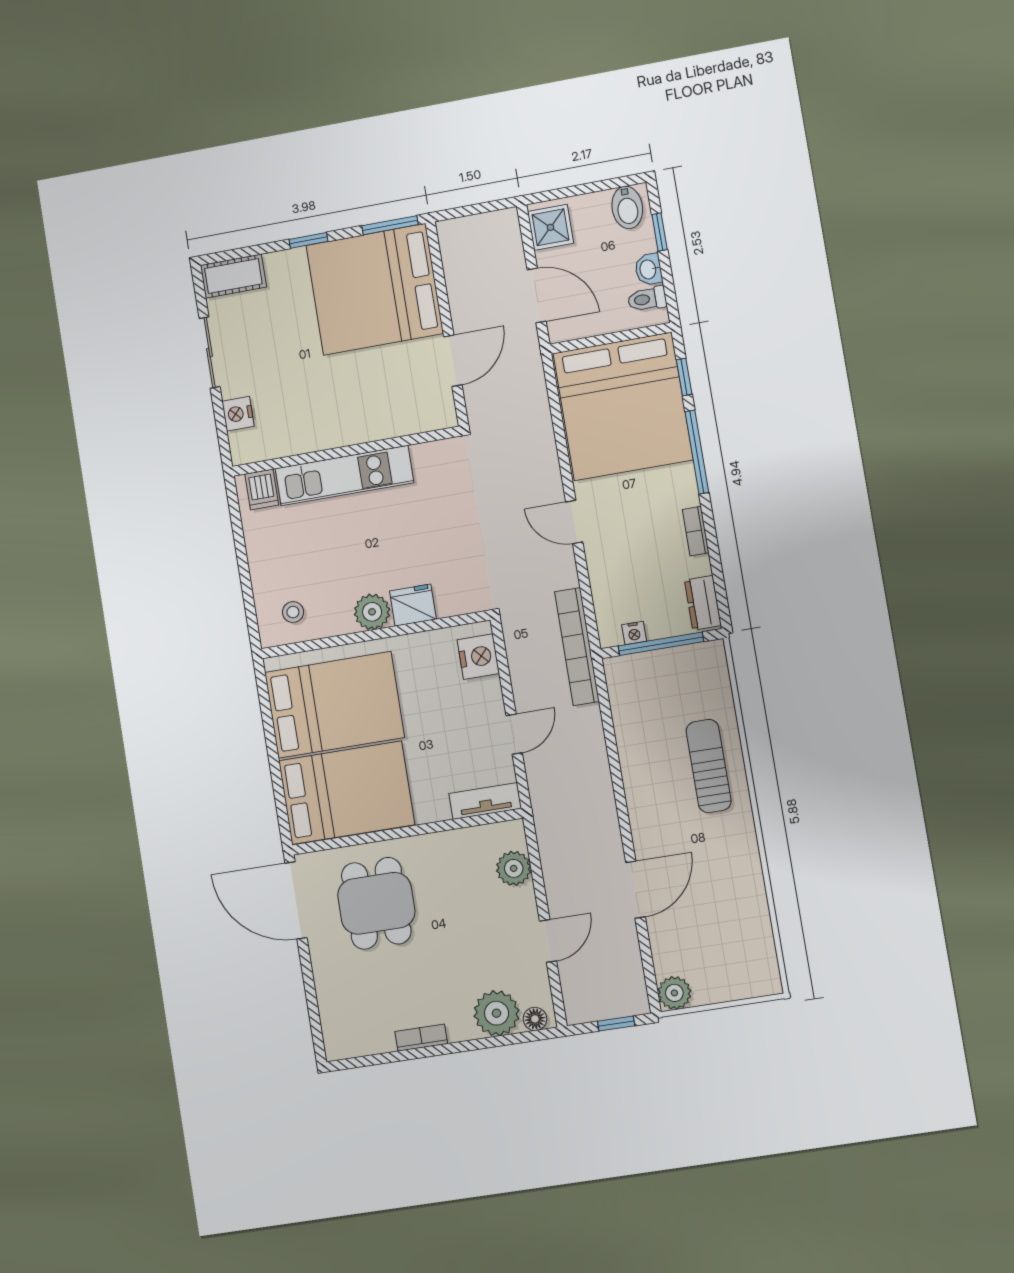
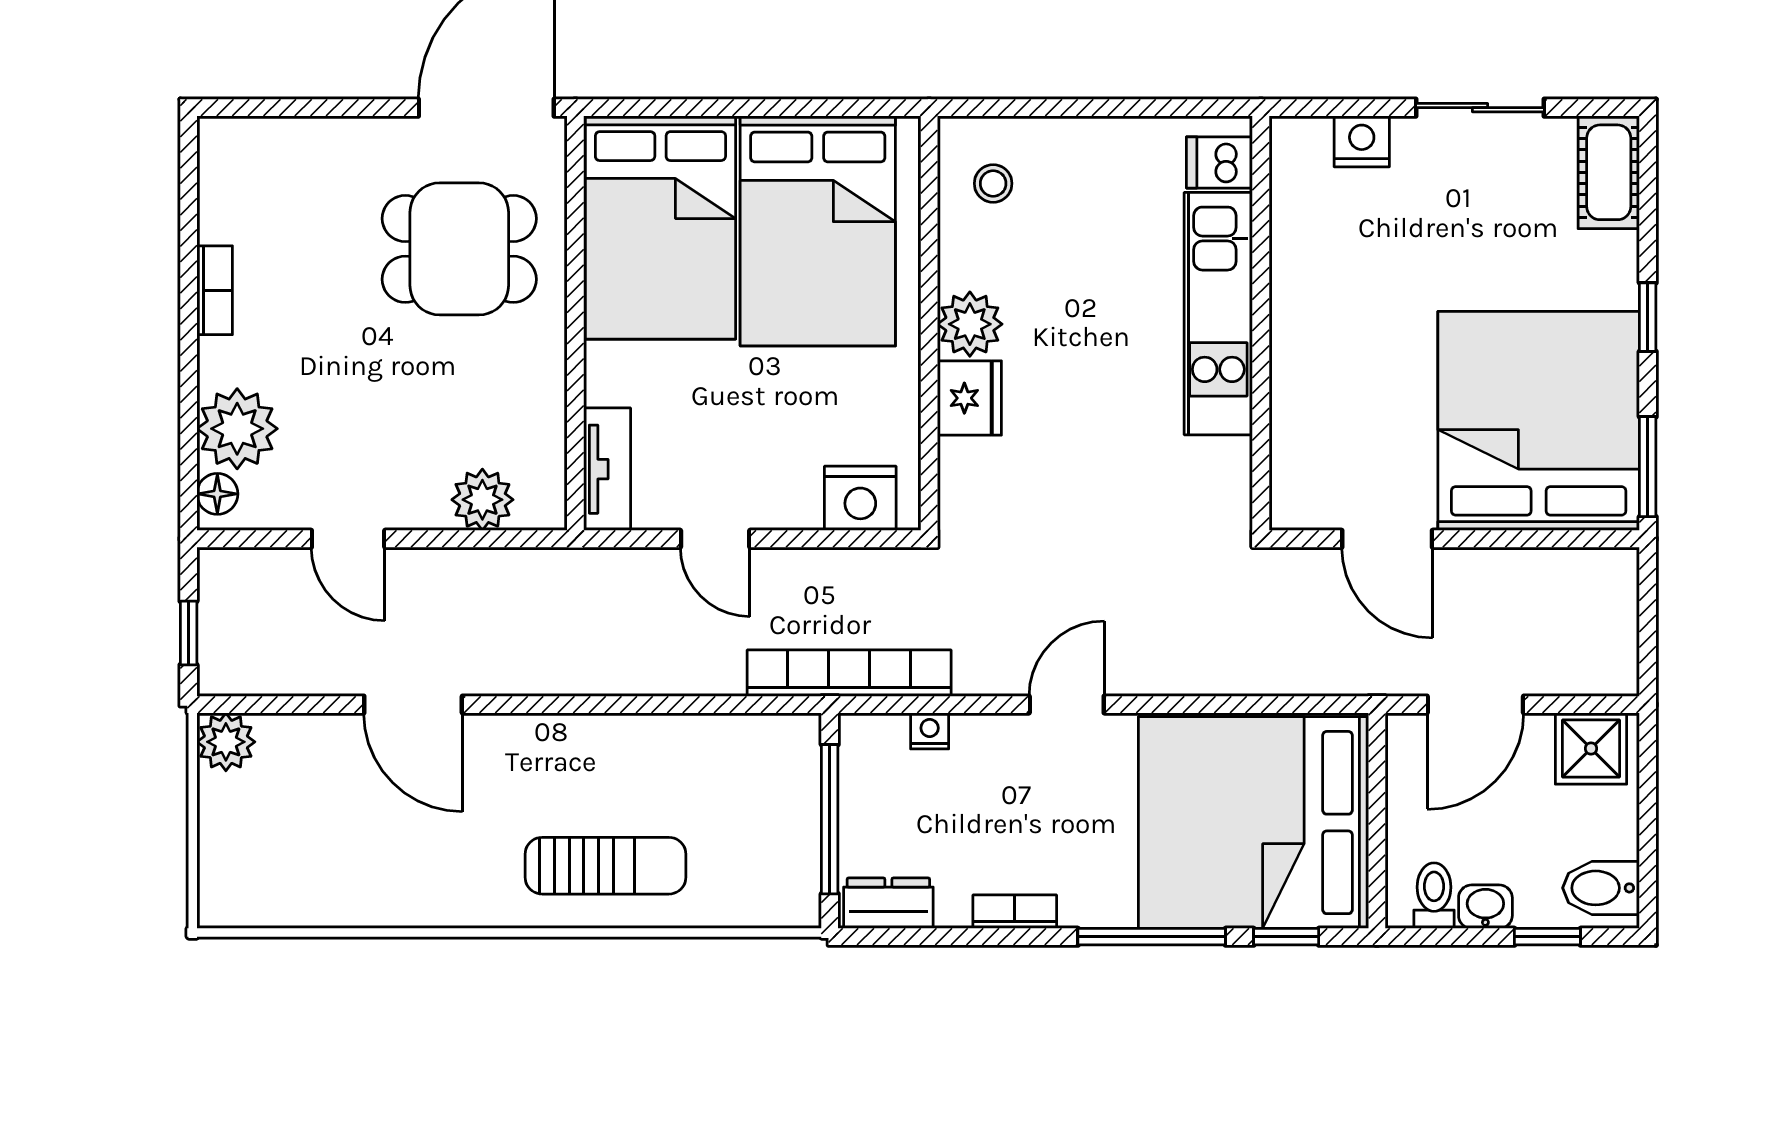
nightstand: (634, 633) -> (930, 731), moved, turned 90

